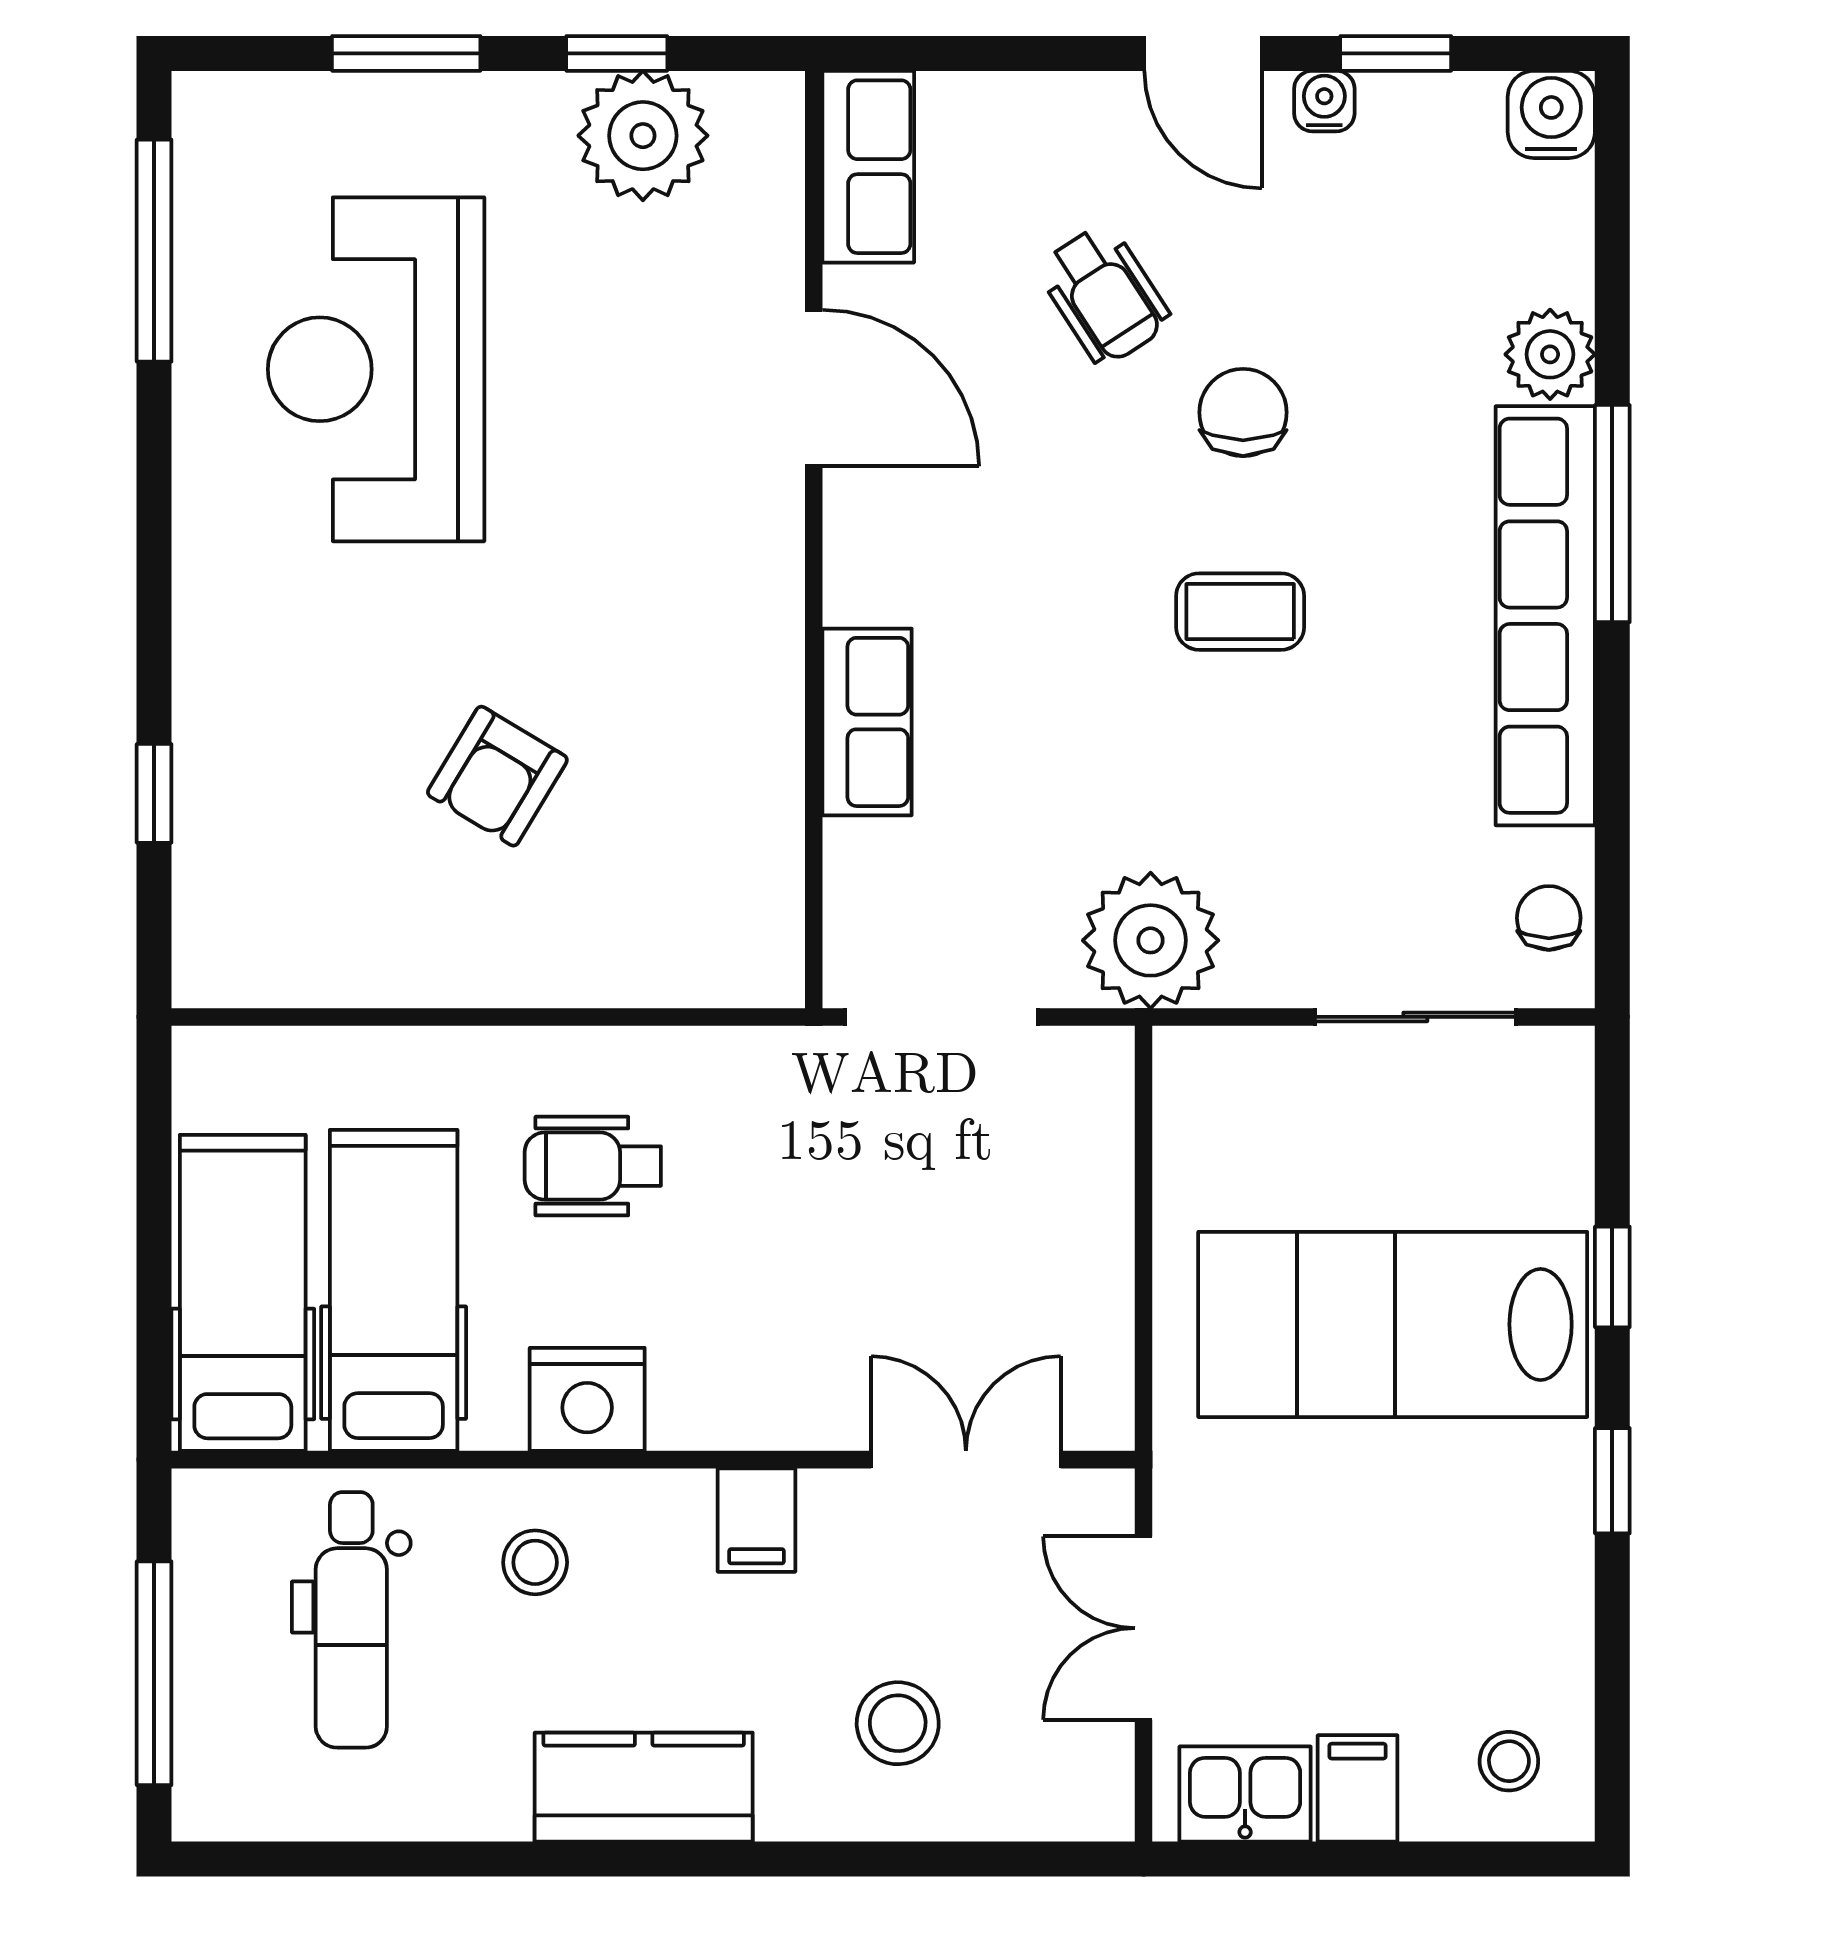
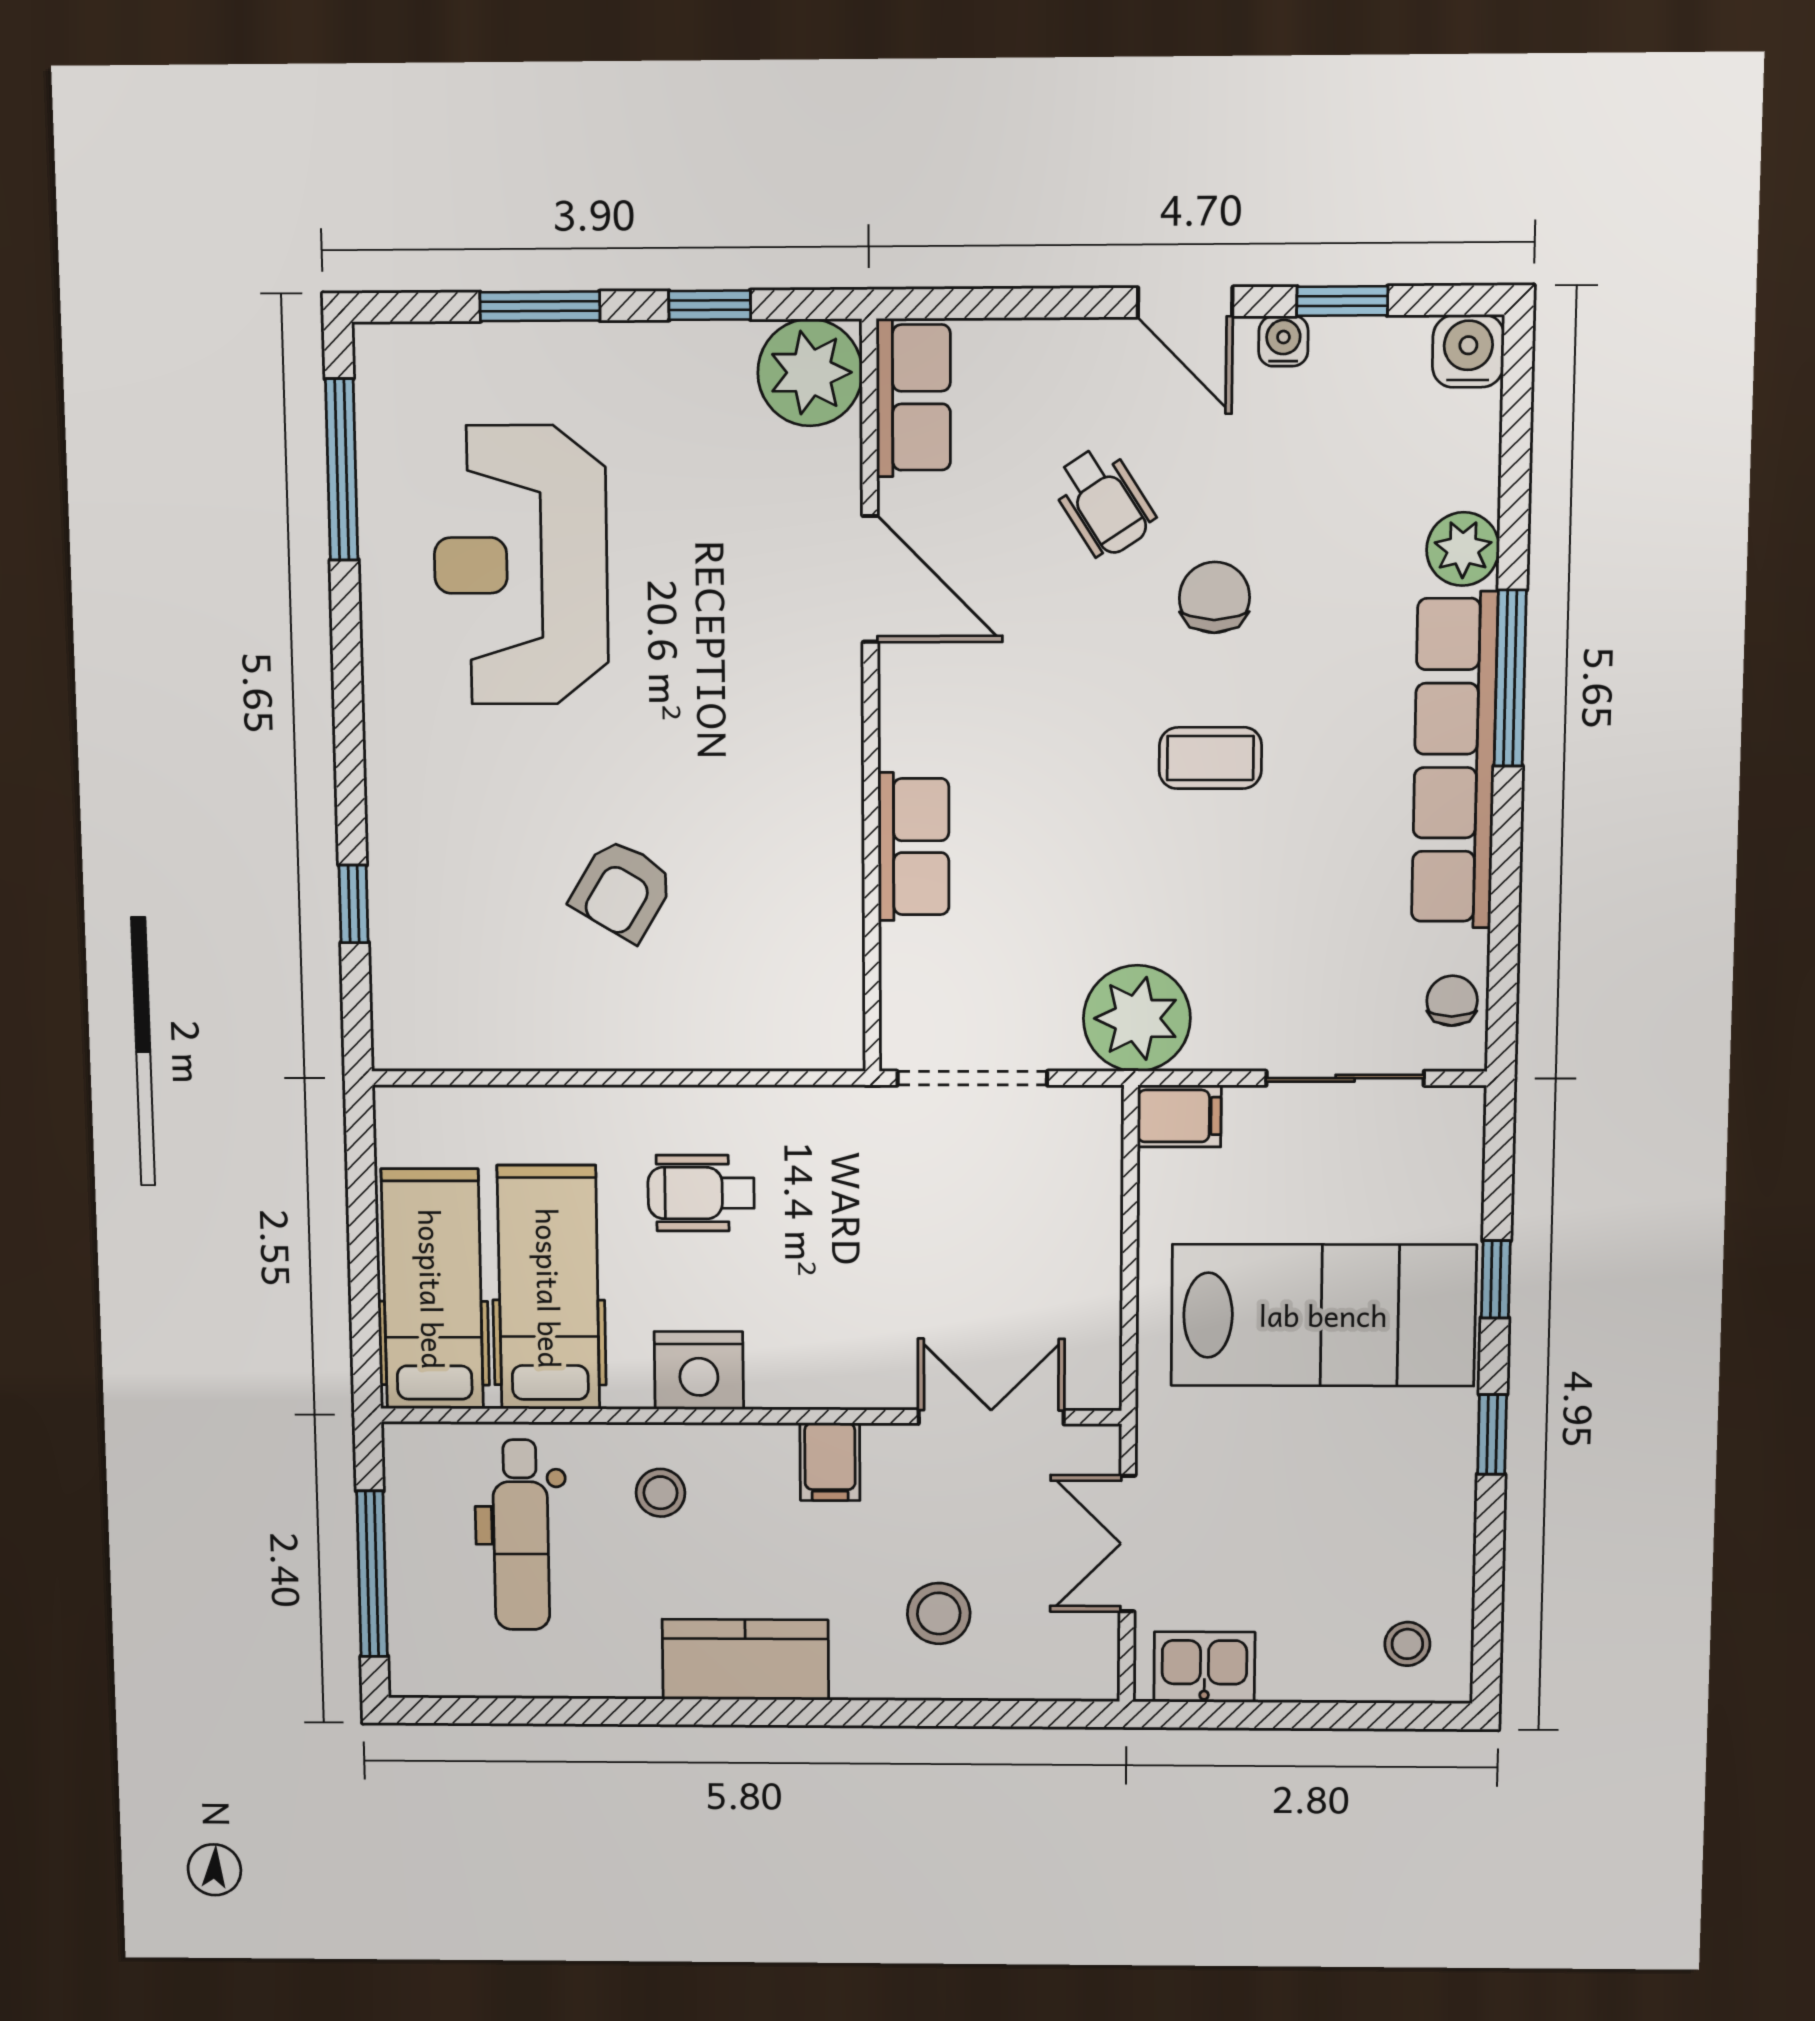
plant: (643, 136) -> (810, 373), moved
lab bench: (1393, 1324) -> (1323, 1315), turned 180
filing cabinet: (1358, 1788) -> (1179, 1116), moved, turned 90

